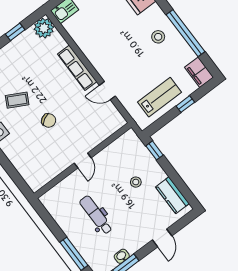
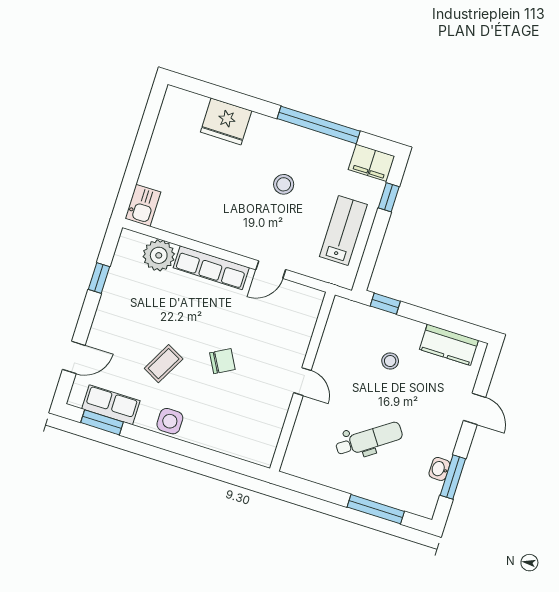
plant: (44, 28) -> (159, 255), moved
stool: (158, 37) -> (284, 184), moved
window: (185, 104) -> (389, 197), moved
dental chair: (96, 215) -> (369, 439), turned 145

